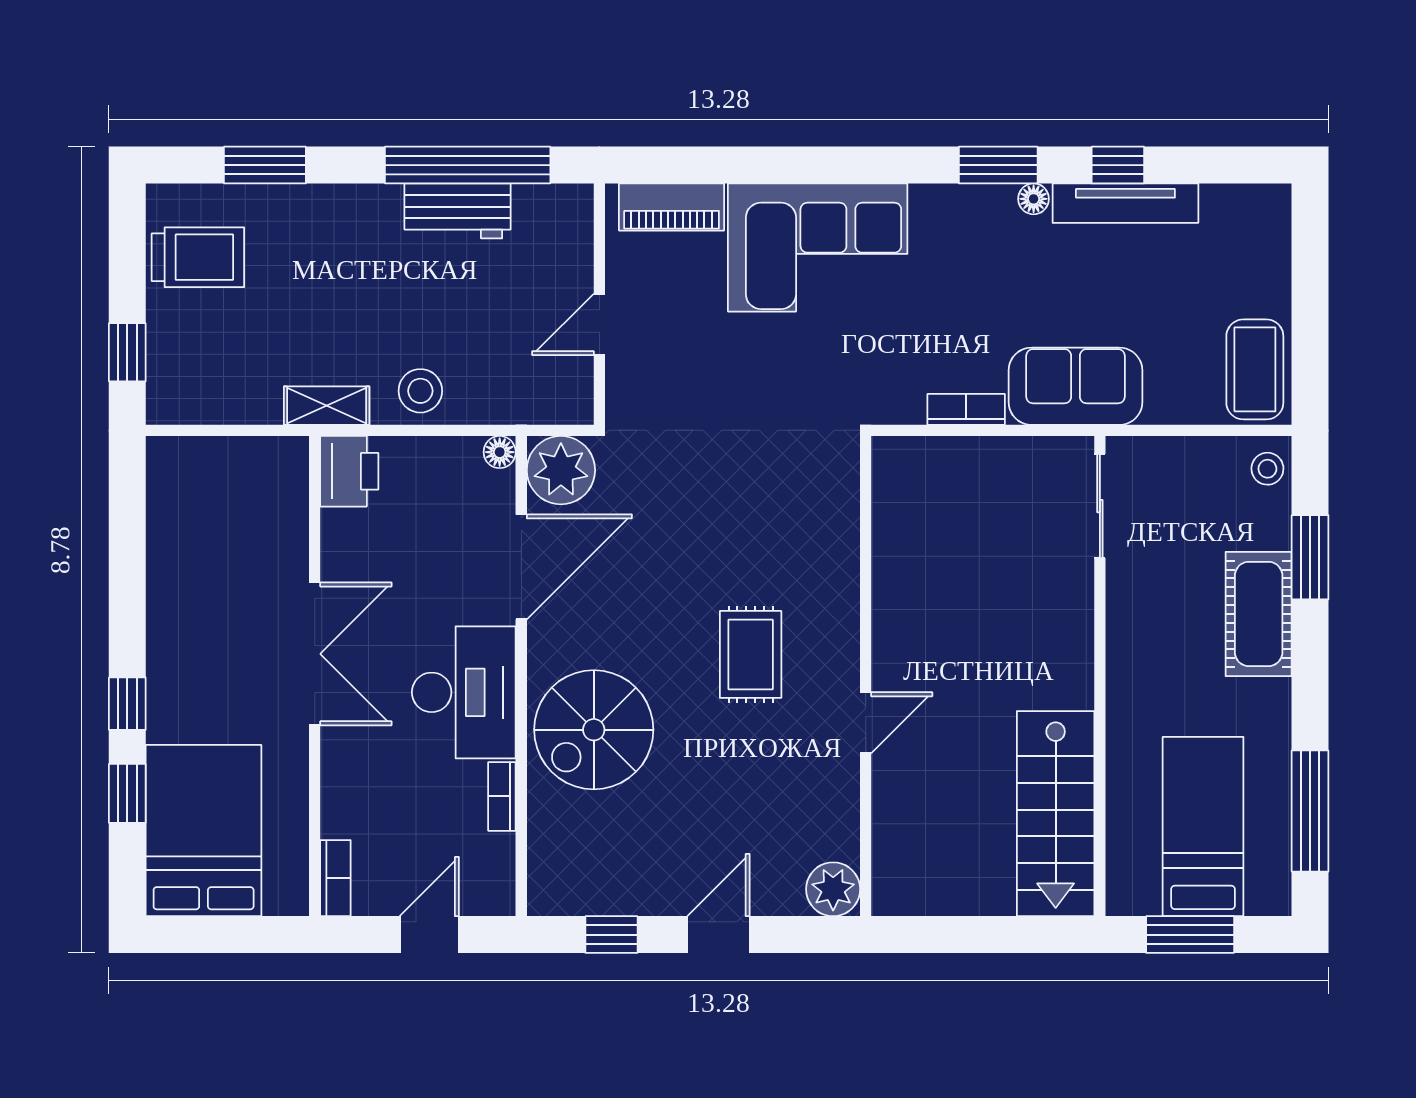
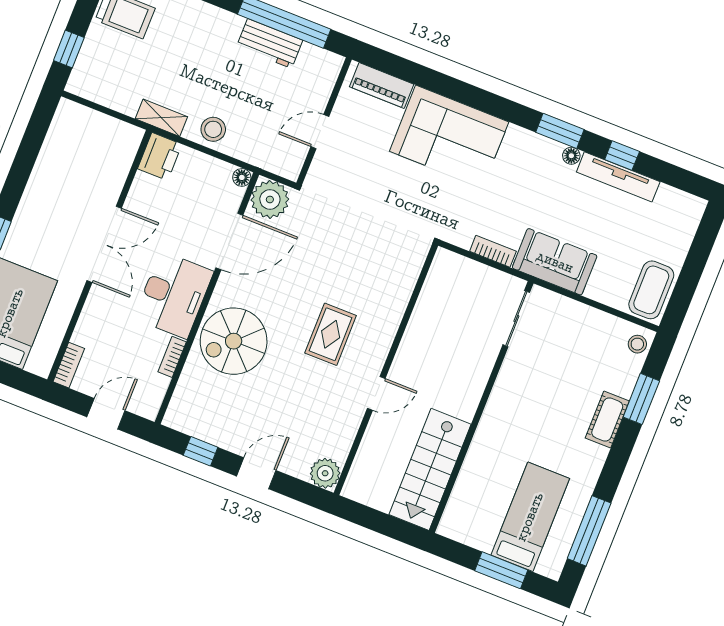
sliding door: (1100, 506) -> (516, 319), moved
cot: (1259, 614) -> (607, 419), width x0.73, depth x0.75
wall: (1100, 676) -> (481, 407), moved
stairs: (1056, 814) -> (430, 469), moved

